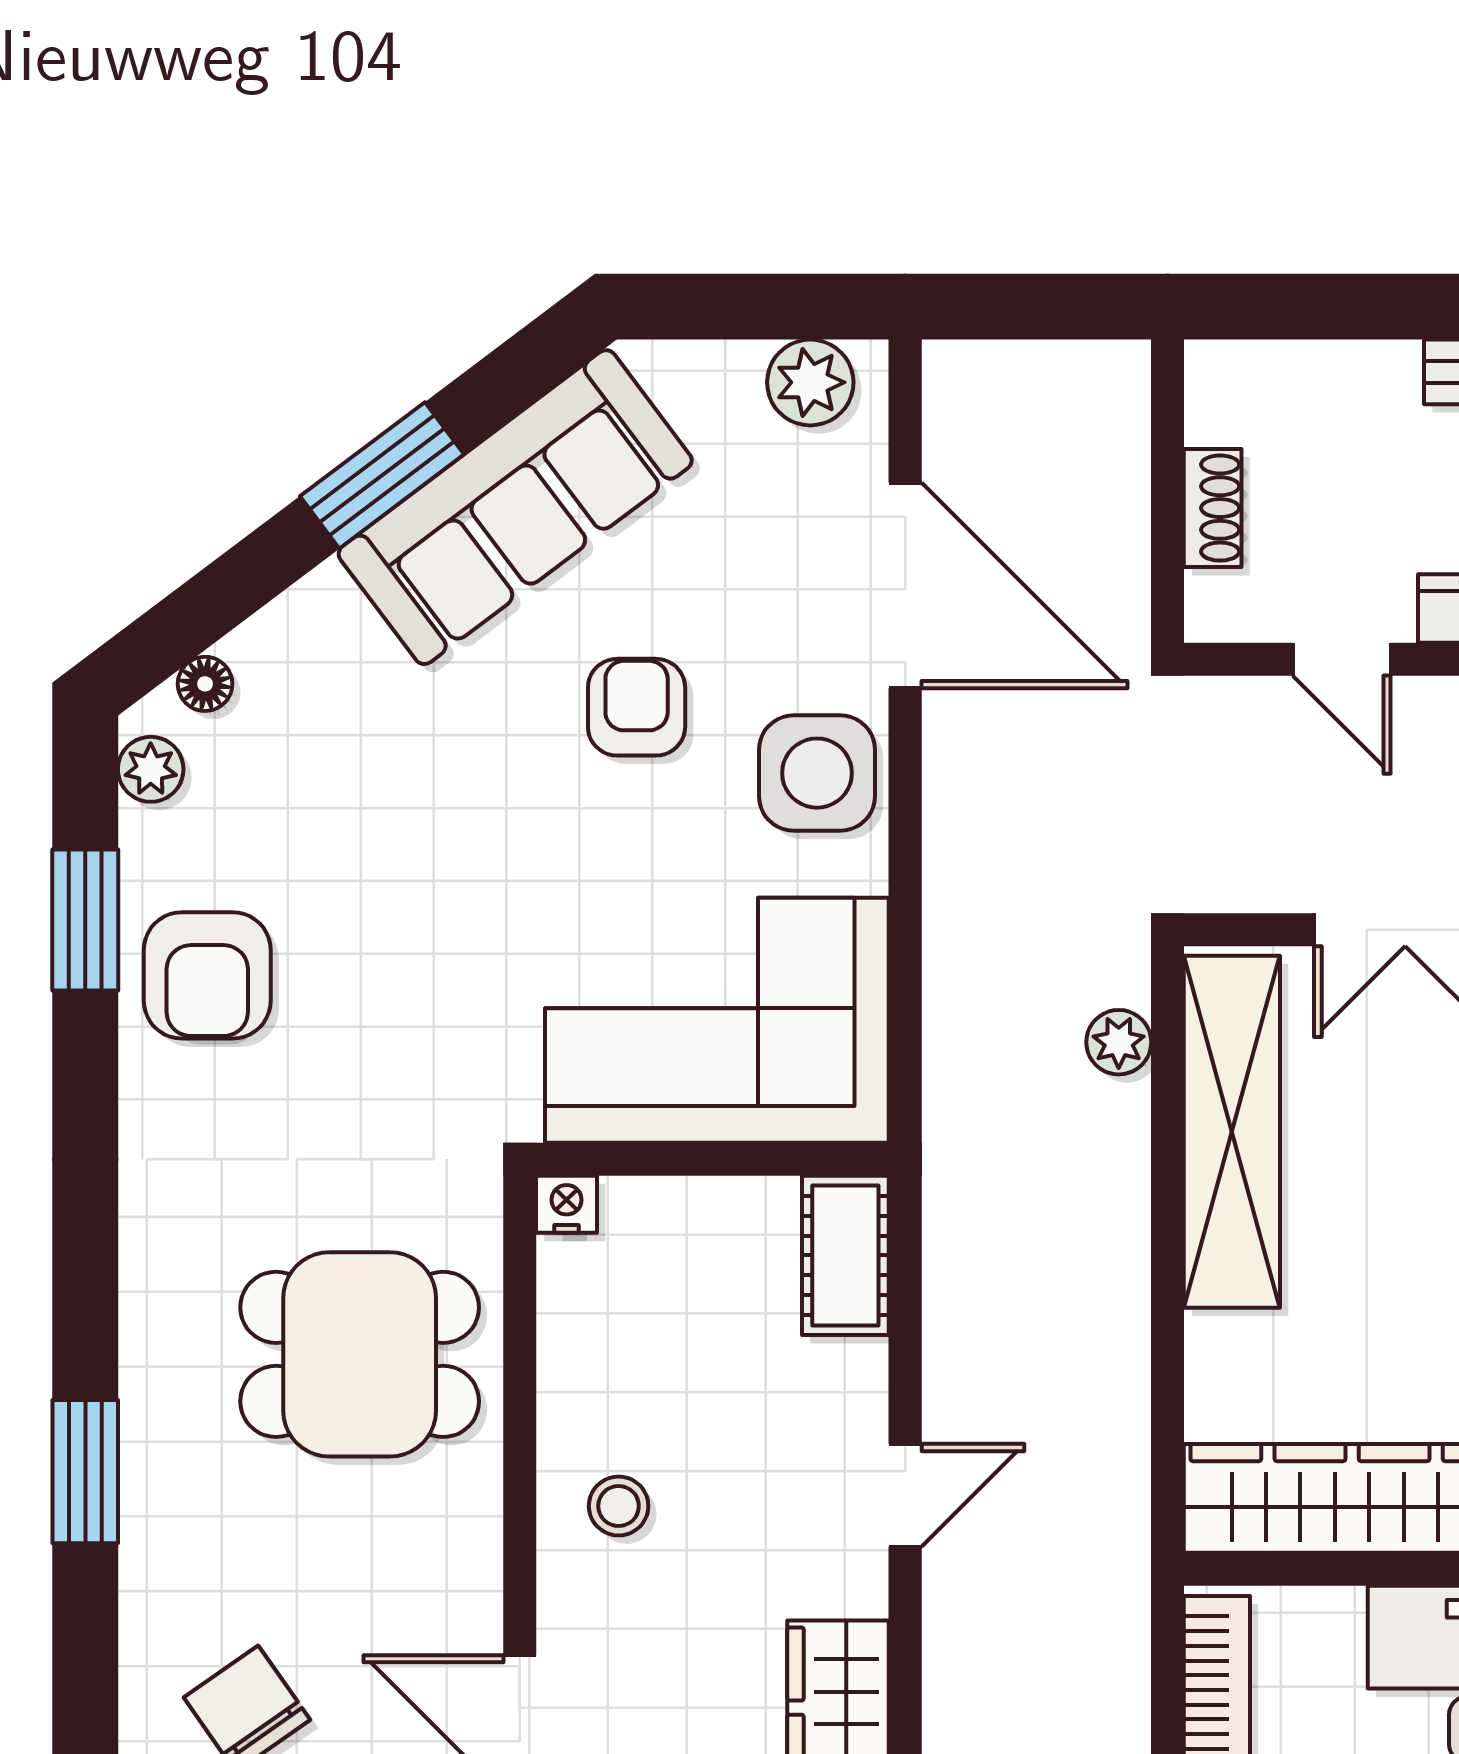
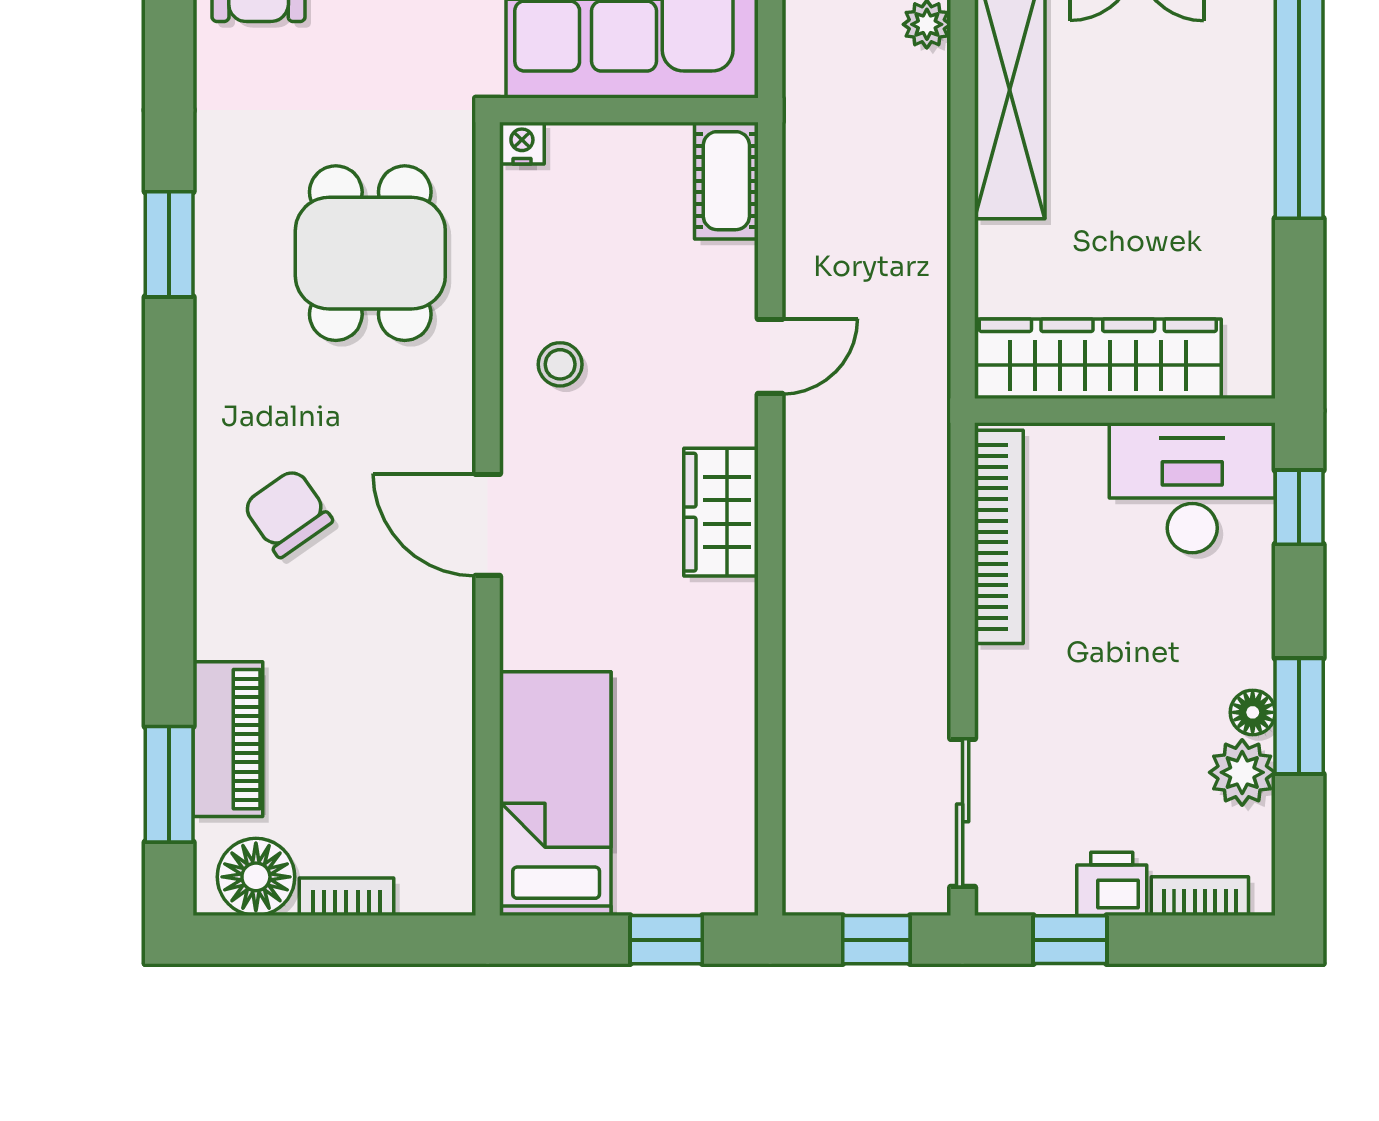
dining table: (360, 1354) -> (370, 253), turned 90
window: (85, 1472) -> (169, 244), moved

